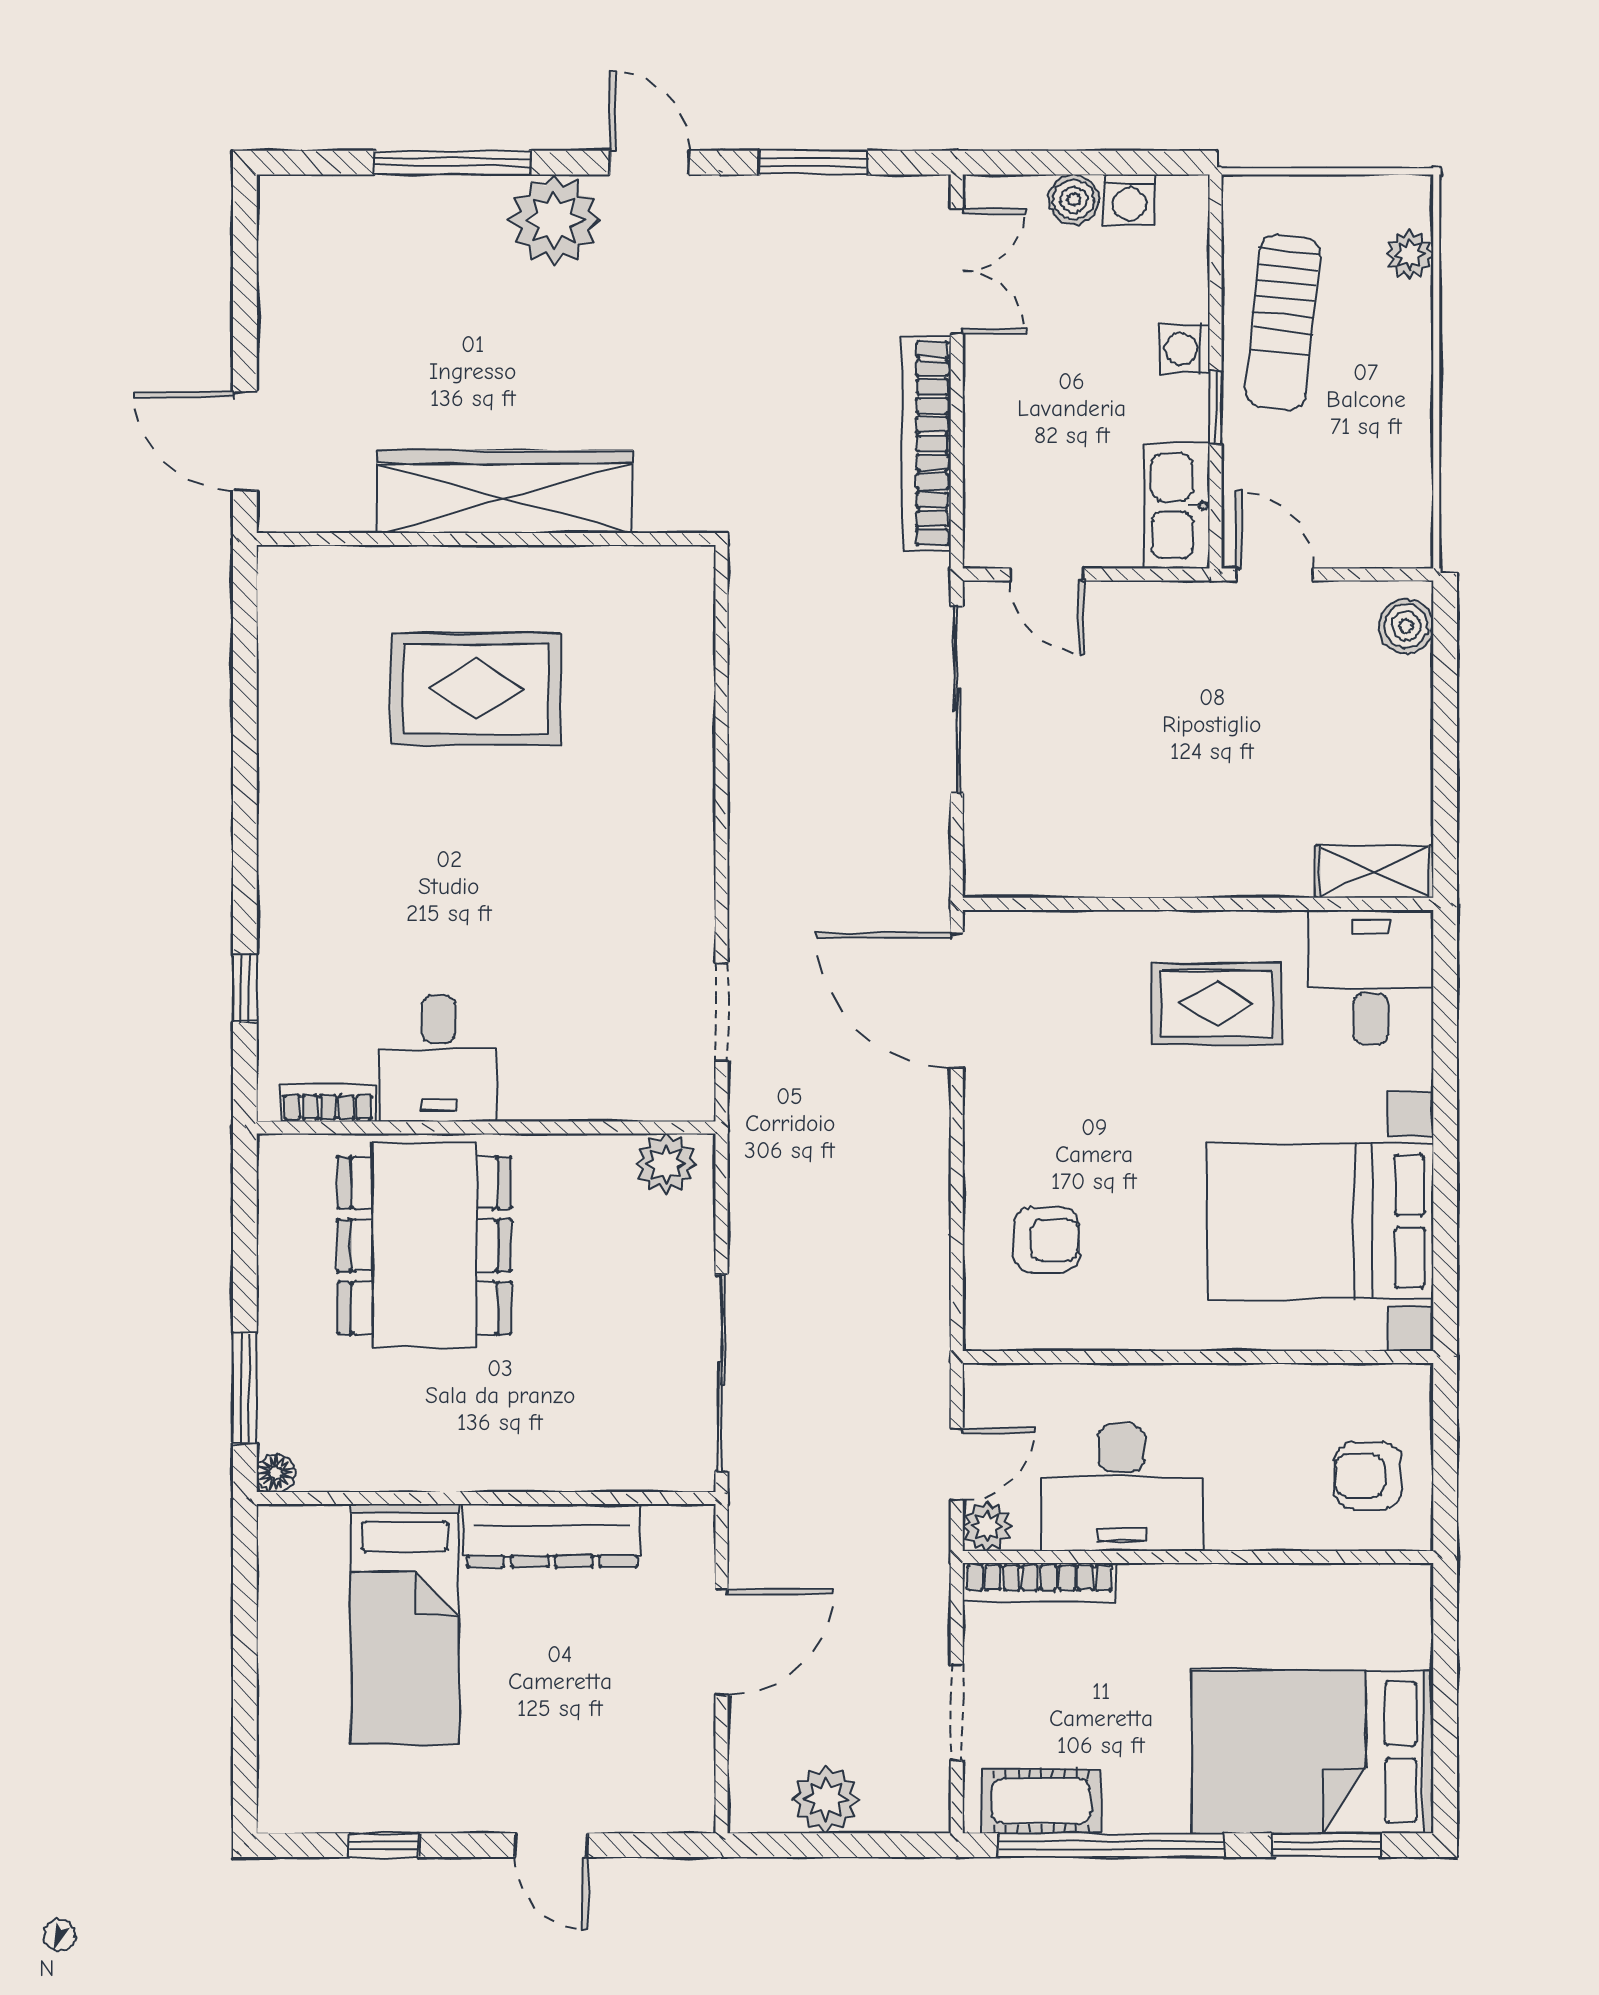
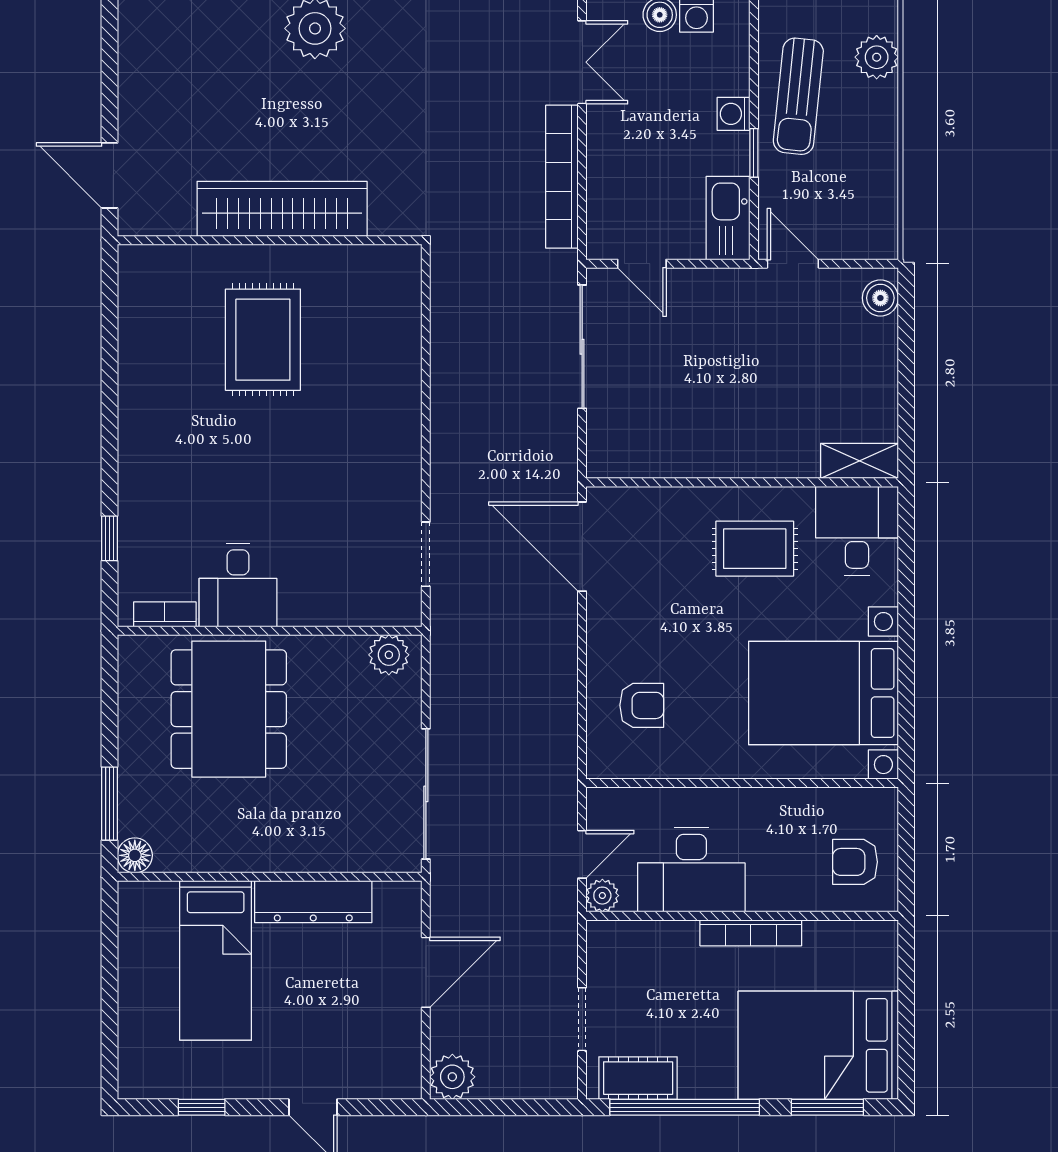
plant: (1409, 254) -> (877, 57), width x1.38, depth x1.38
rug: (476, 689) -> (263, 340), turned 90
floor lamp: (276, 1473) -> (135, 855), width x1.37, depth x1.37
bookcase: (1039, 1582) -> (751, 933), moved
plant: (826, 1799) -> (452, 1077), moved

